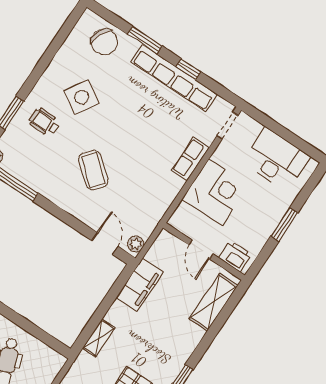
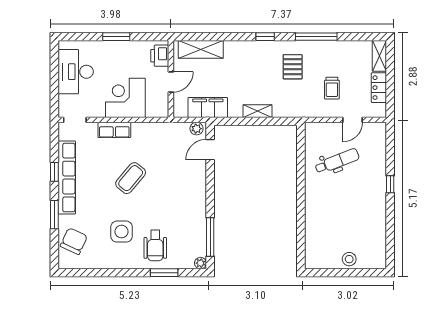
side table: (82, 97) -> (122, 232), turned -33
wheelchair: (44, 122) -> (155, 245), width x1.36, depth x1.37
coffee table: (93, 170) -> (131, 178), moved
filing cabinet: (140, 285) -> (208, 107), moved
shelving: (99, 338) -> (257, 111), moved

